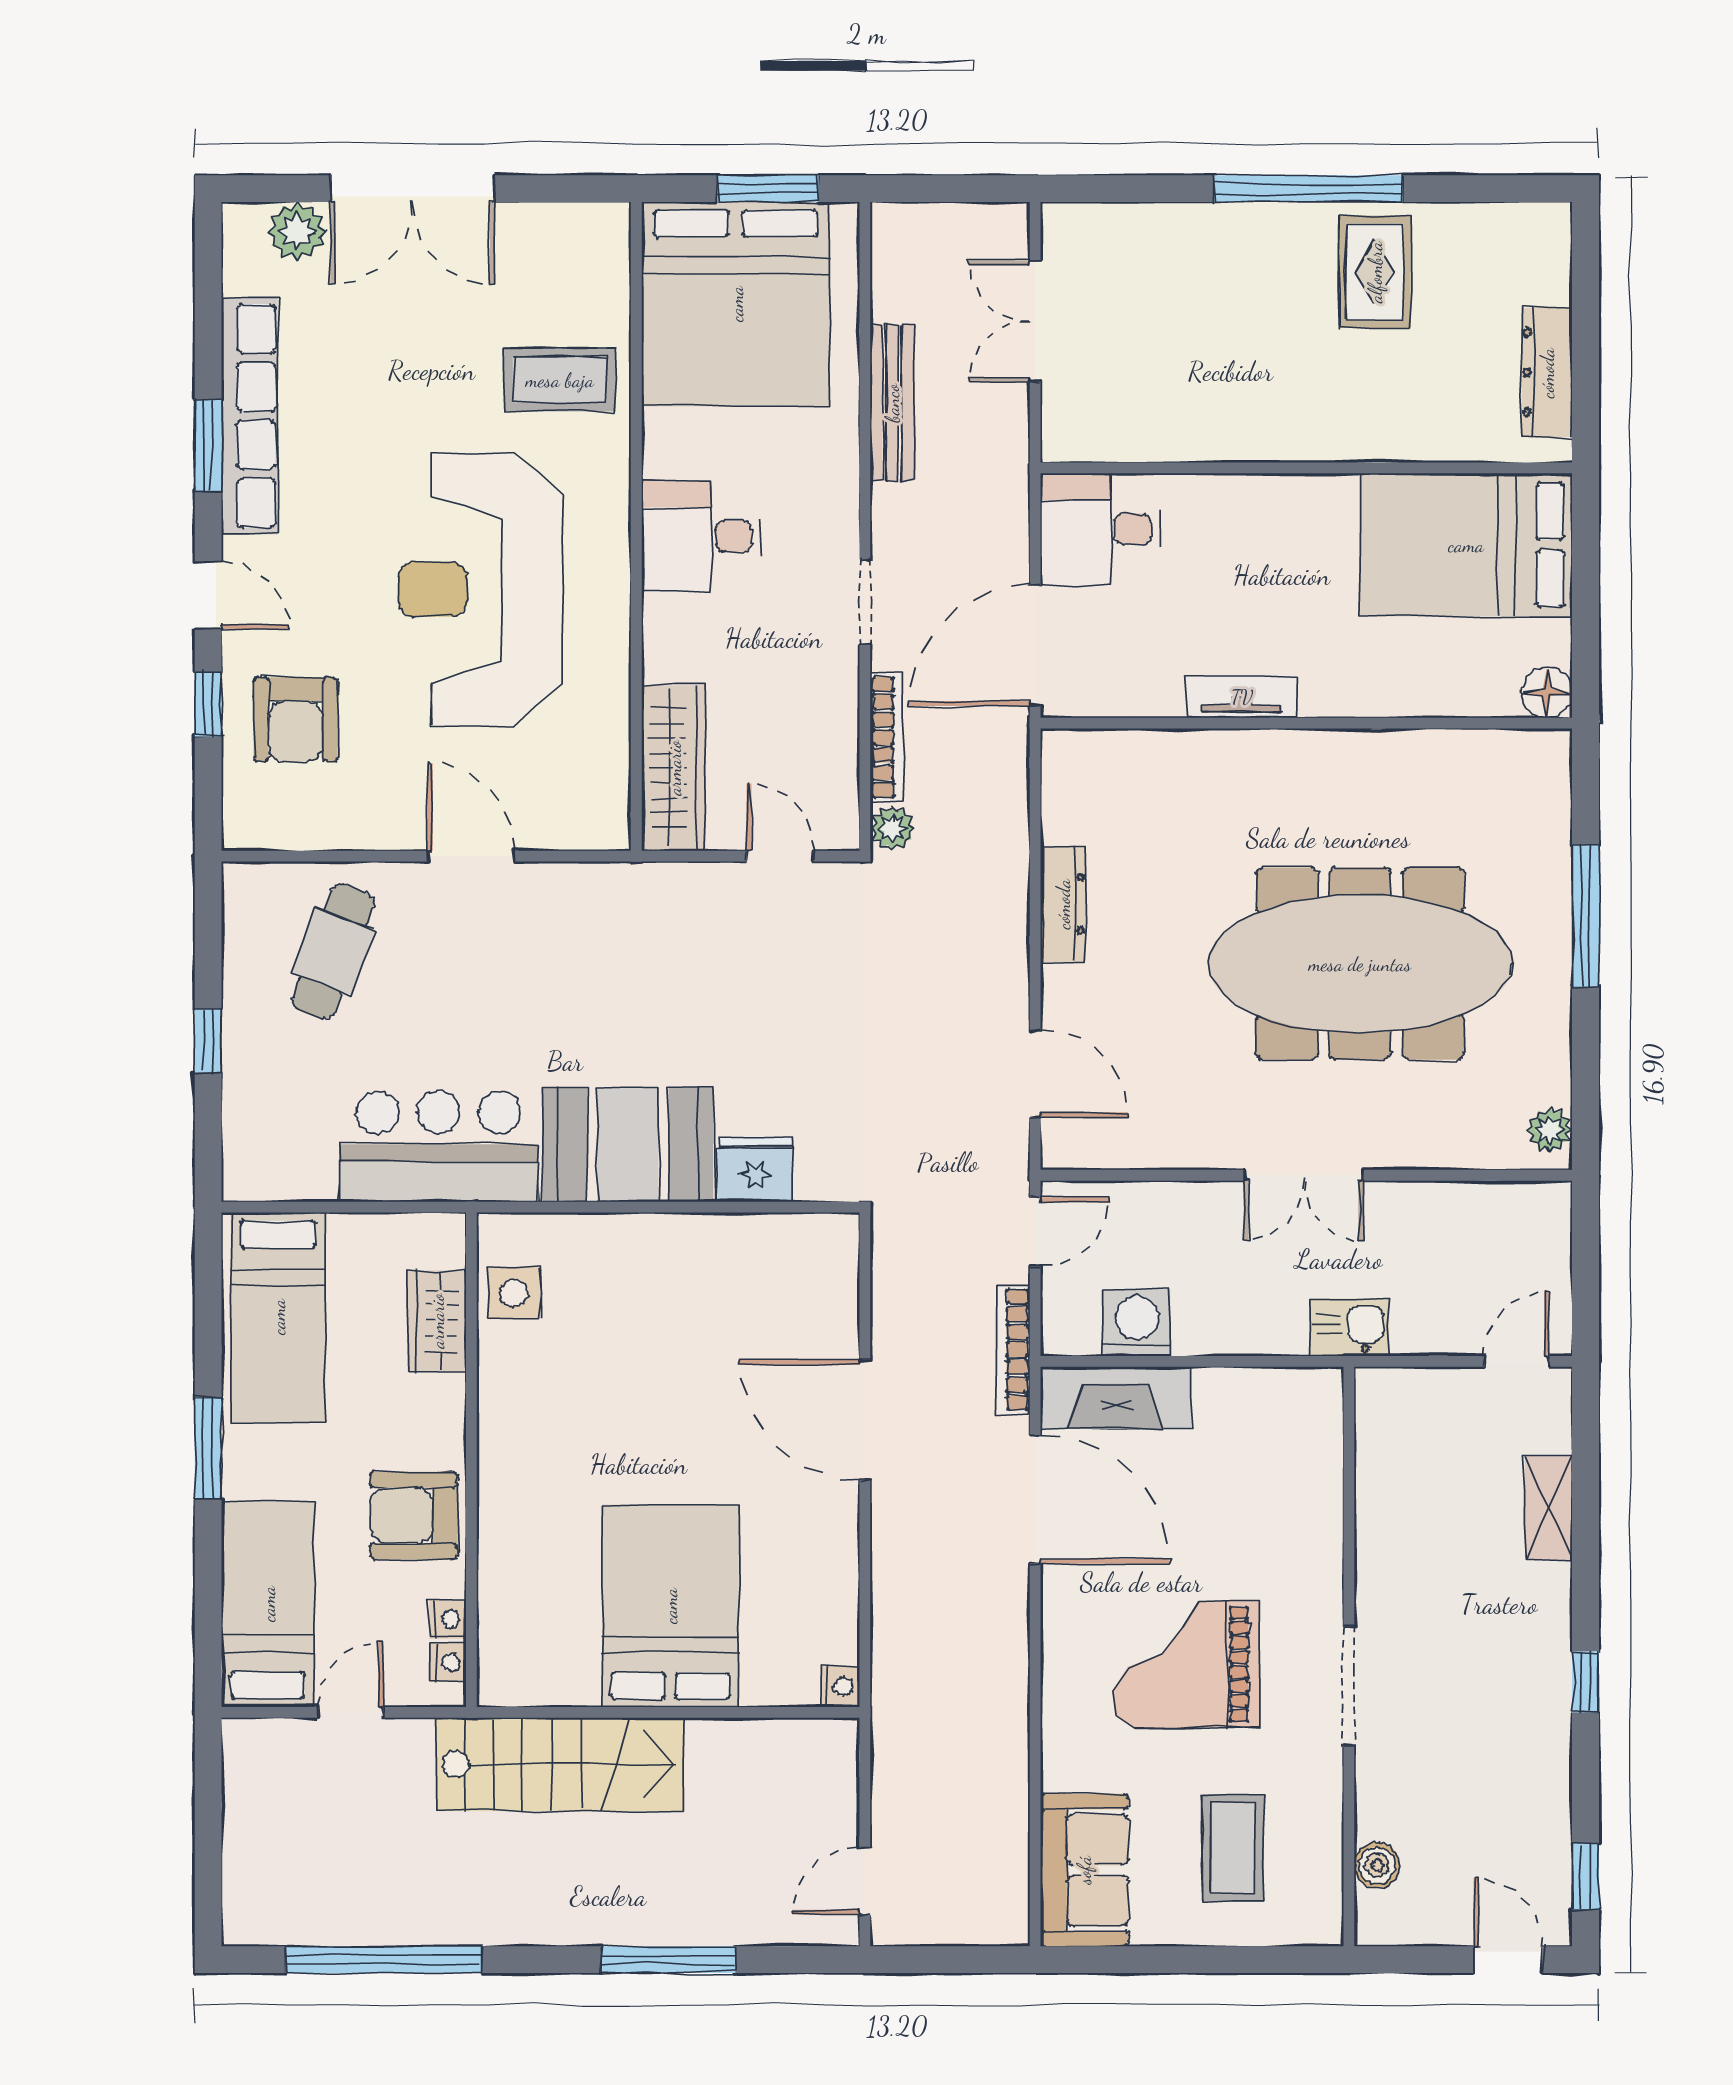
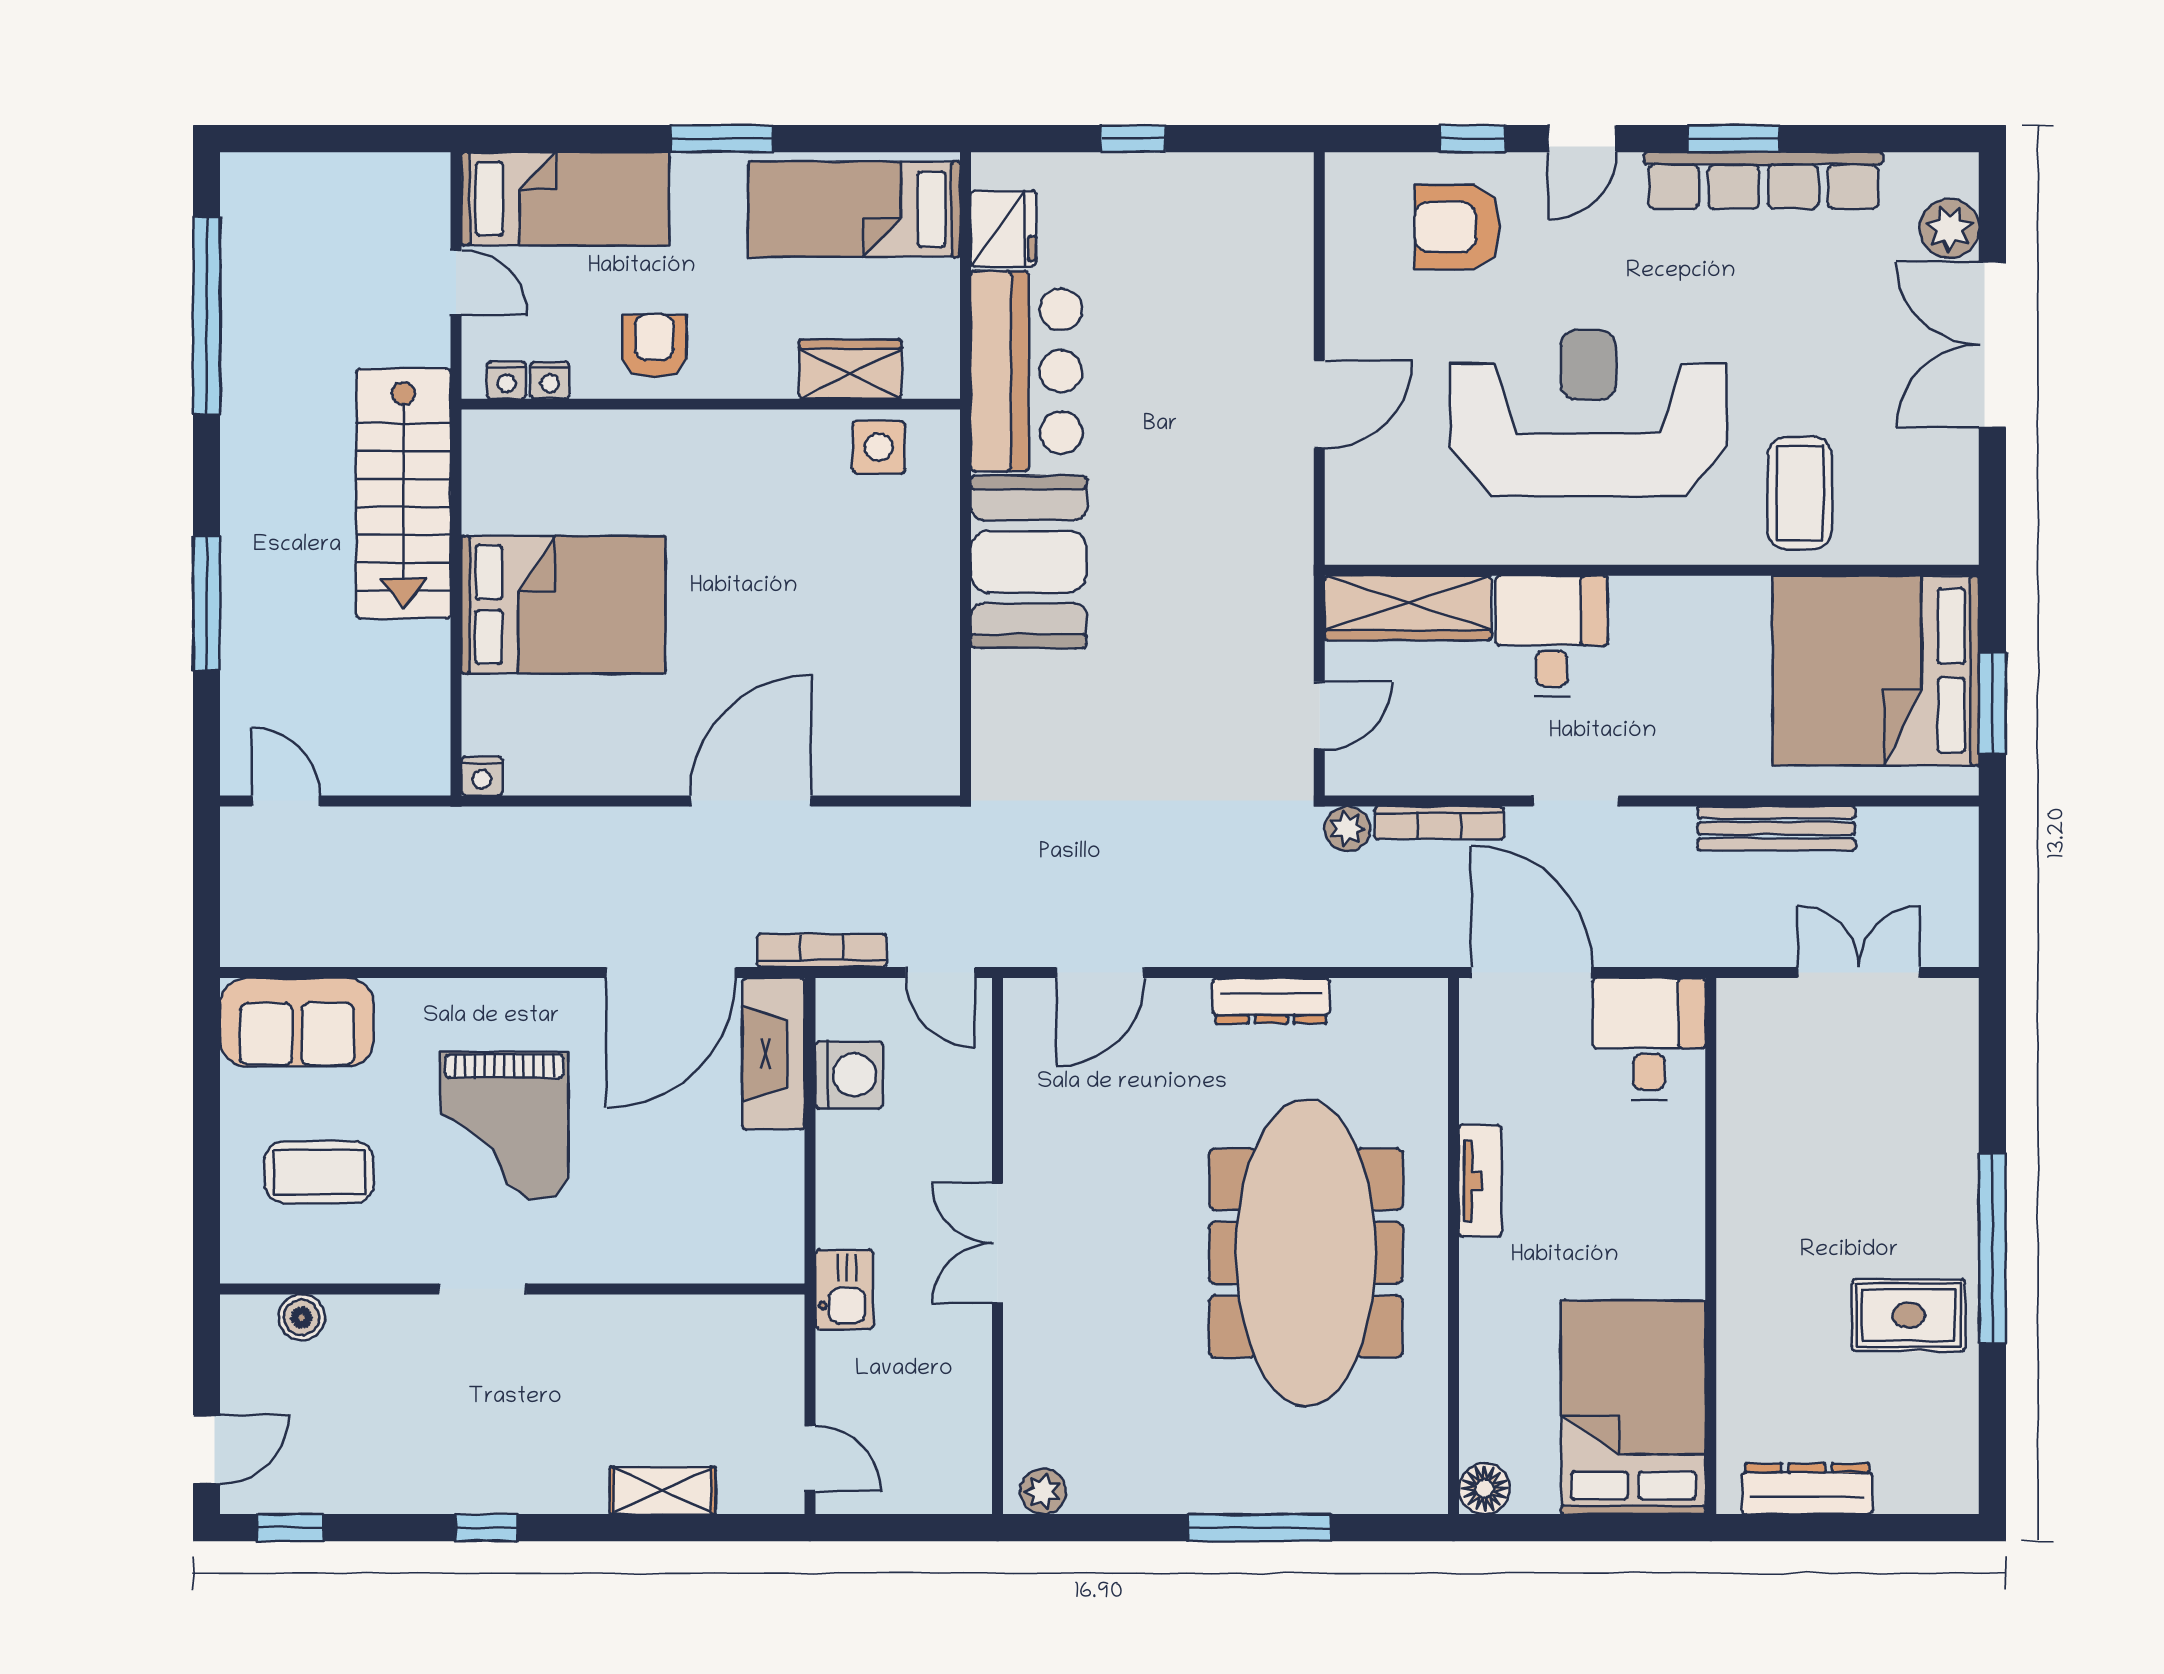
desk: (701, 536) -> (1552, 636), moved
cafe table: (333, 951) -> (1223, 265), removed
meeting table: (1360, 964) -> (1306, 1253), moved
fridge: (755, 1169) -> (1003, 229), moved
armchair: (414, 1516) -> (654, 346), width x0.72, depth x0.72
grand piano: (1186, 1664) -> (504, 1125), turned 180
doorway: (1349, 1686) -> (483, 1289), width x0.73

